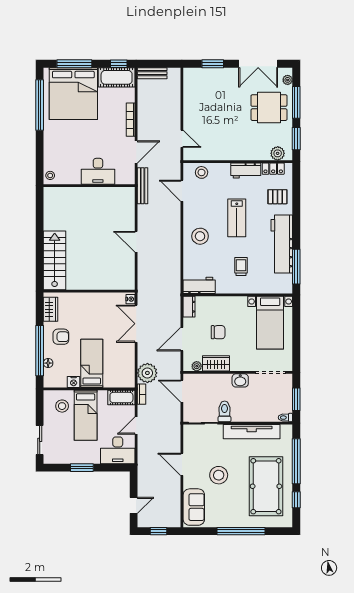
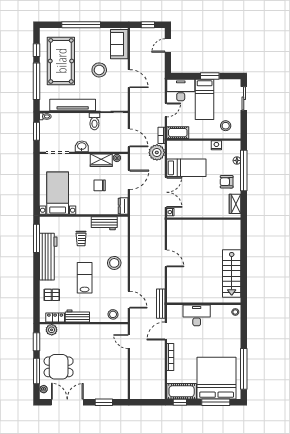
bench: (152, 73) -> (153, 395), removed
stairs: (55, 260) -> (232, 274), moved
workbench: (199, 285) -> (104, 223), moved
bed: (92, 363) -> (186, 168), moved, turned -90
bed: (86, 415) -> (205, 99), moved, turned 180

